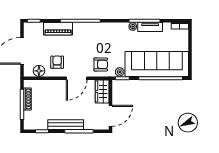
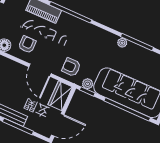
tv unit: (150, 27) -> (140, 51), removed
armchair: (101, 64) -> (71, 67), turned 180
door: (77, 78) -> (40, 70), hinge flipped

